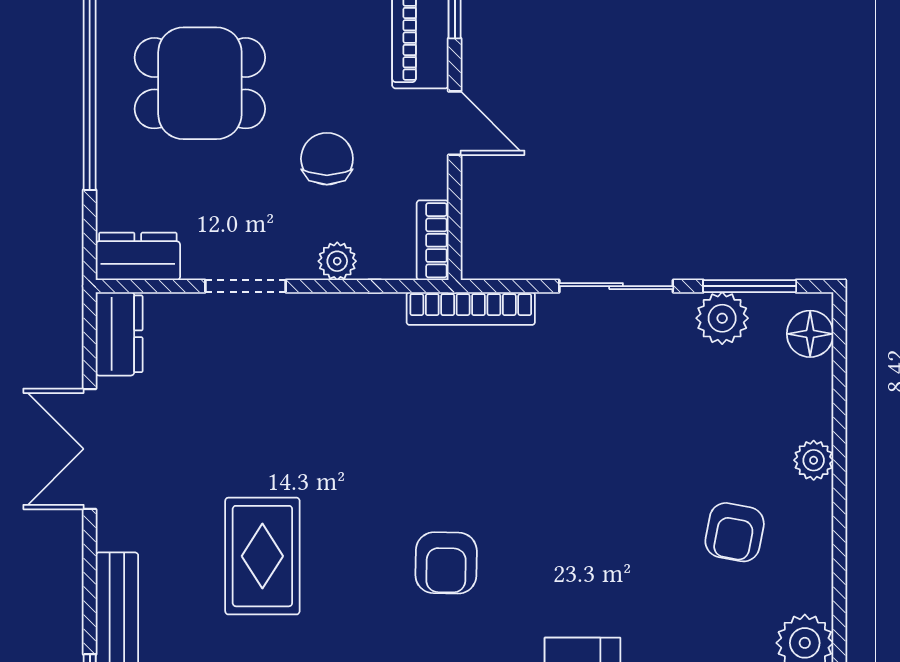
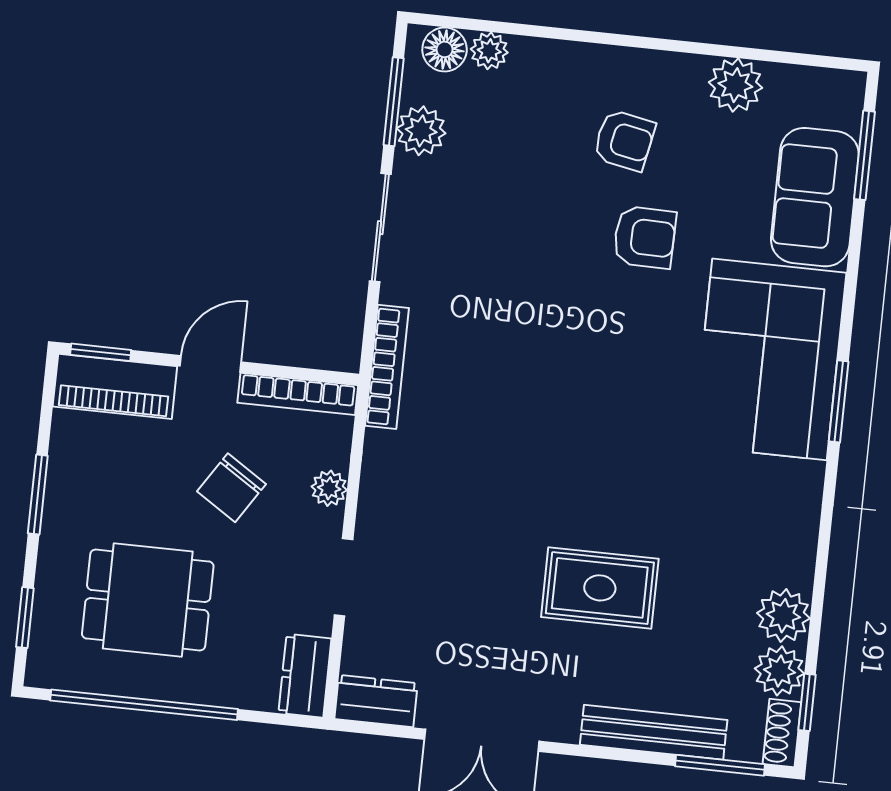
dining table: (200, 83) -> (148, 600), turned 90
chair: (327, 159) -> (232, 488), turned -57
bookcase: (433, 240) -> (298, 394), width x1.56
plant: (814, 460) -> (489, 51), moved
armchair: (446, 563) -> (645, 237), moved

